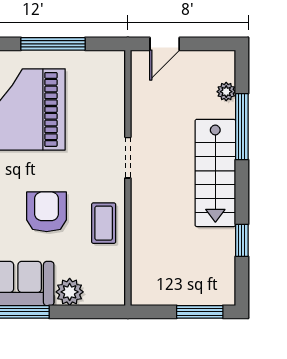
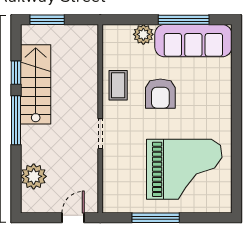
plant: (226, 92) -> (34, 176), width x1.87, depth x1.87
window: (242, 127) -> (16, 120), moved
stairs: (215, 173) -> (36, 84), moved

